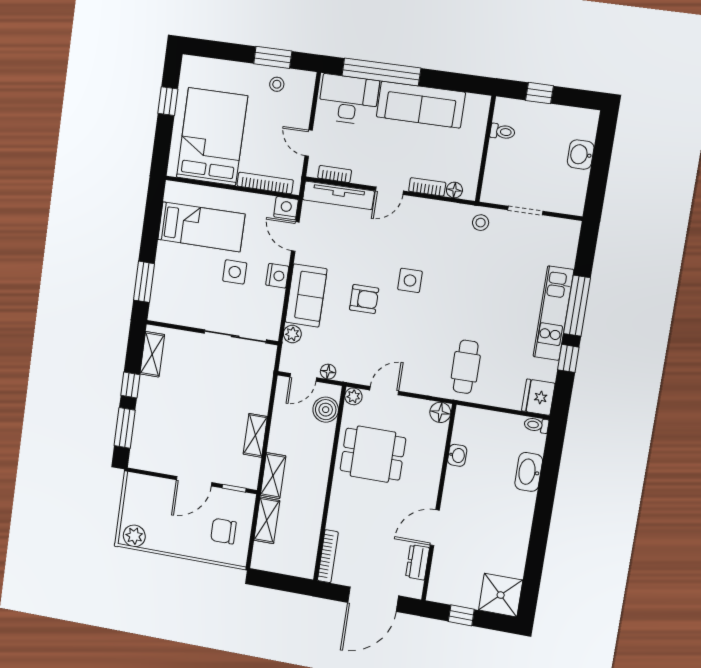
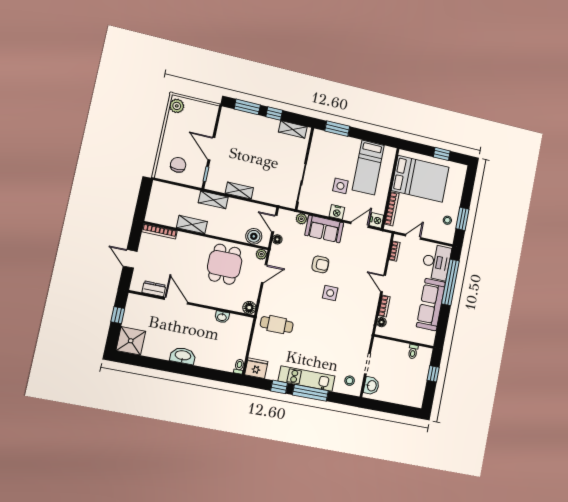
washbasin: (581, 155) -> (371, 386), moved, turned 90
tv unit: (338, 195) -> (382, 253), removed
stool: (481, 223) -> (350, 381), moved
armchair: (364, 299) -> (320, 264), turned -90
door: (384, 391) -> (264, 274), hinge flipped
washbasin: (529, 472) -> (183, 356), moved
shelving: (267, 520) -> (192, 225), moved
door: (373, 599) -> (130, 259), width x0.53

